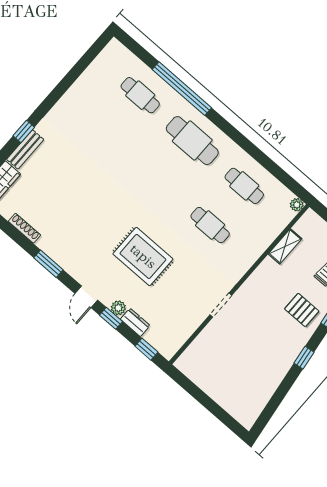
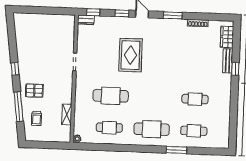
window: (182, 89) -> (176, 150), width x0.47
cafe table: (106, 134) -> (195, 99), added
cafe table: (210, 225) -> (111, 96), width x1.37, depth x1.35
rug: (143, 256) -> (130, 55), turned 90
plant: (118, 308) -> (122, 21), removed
dresser: (135, 322) -> (86, 20), moved

